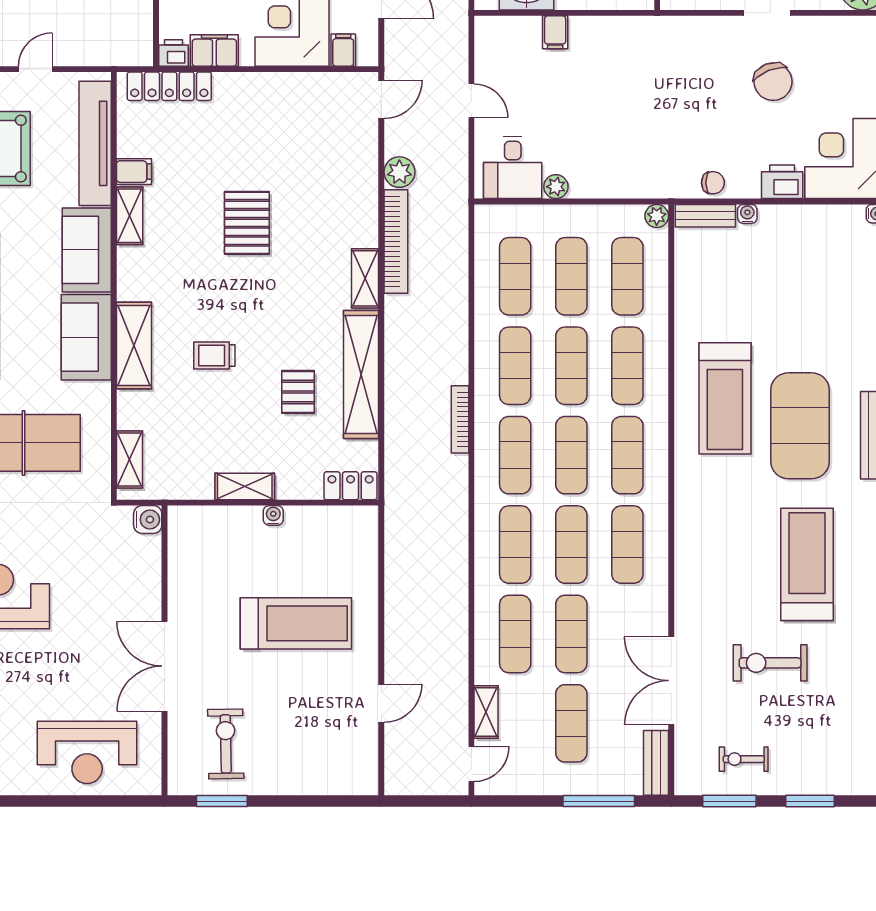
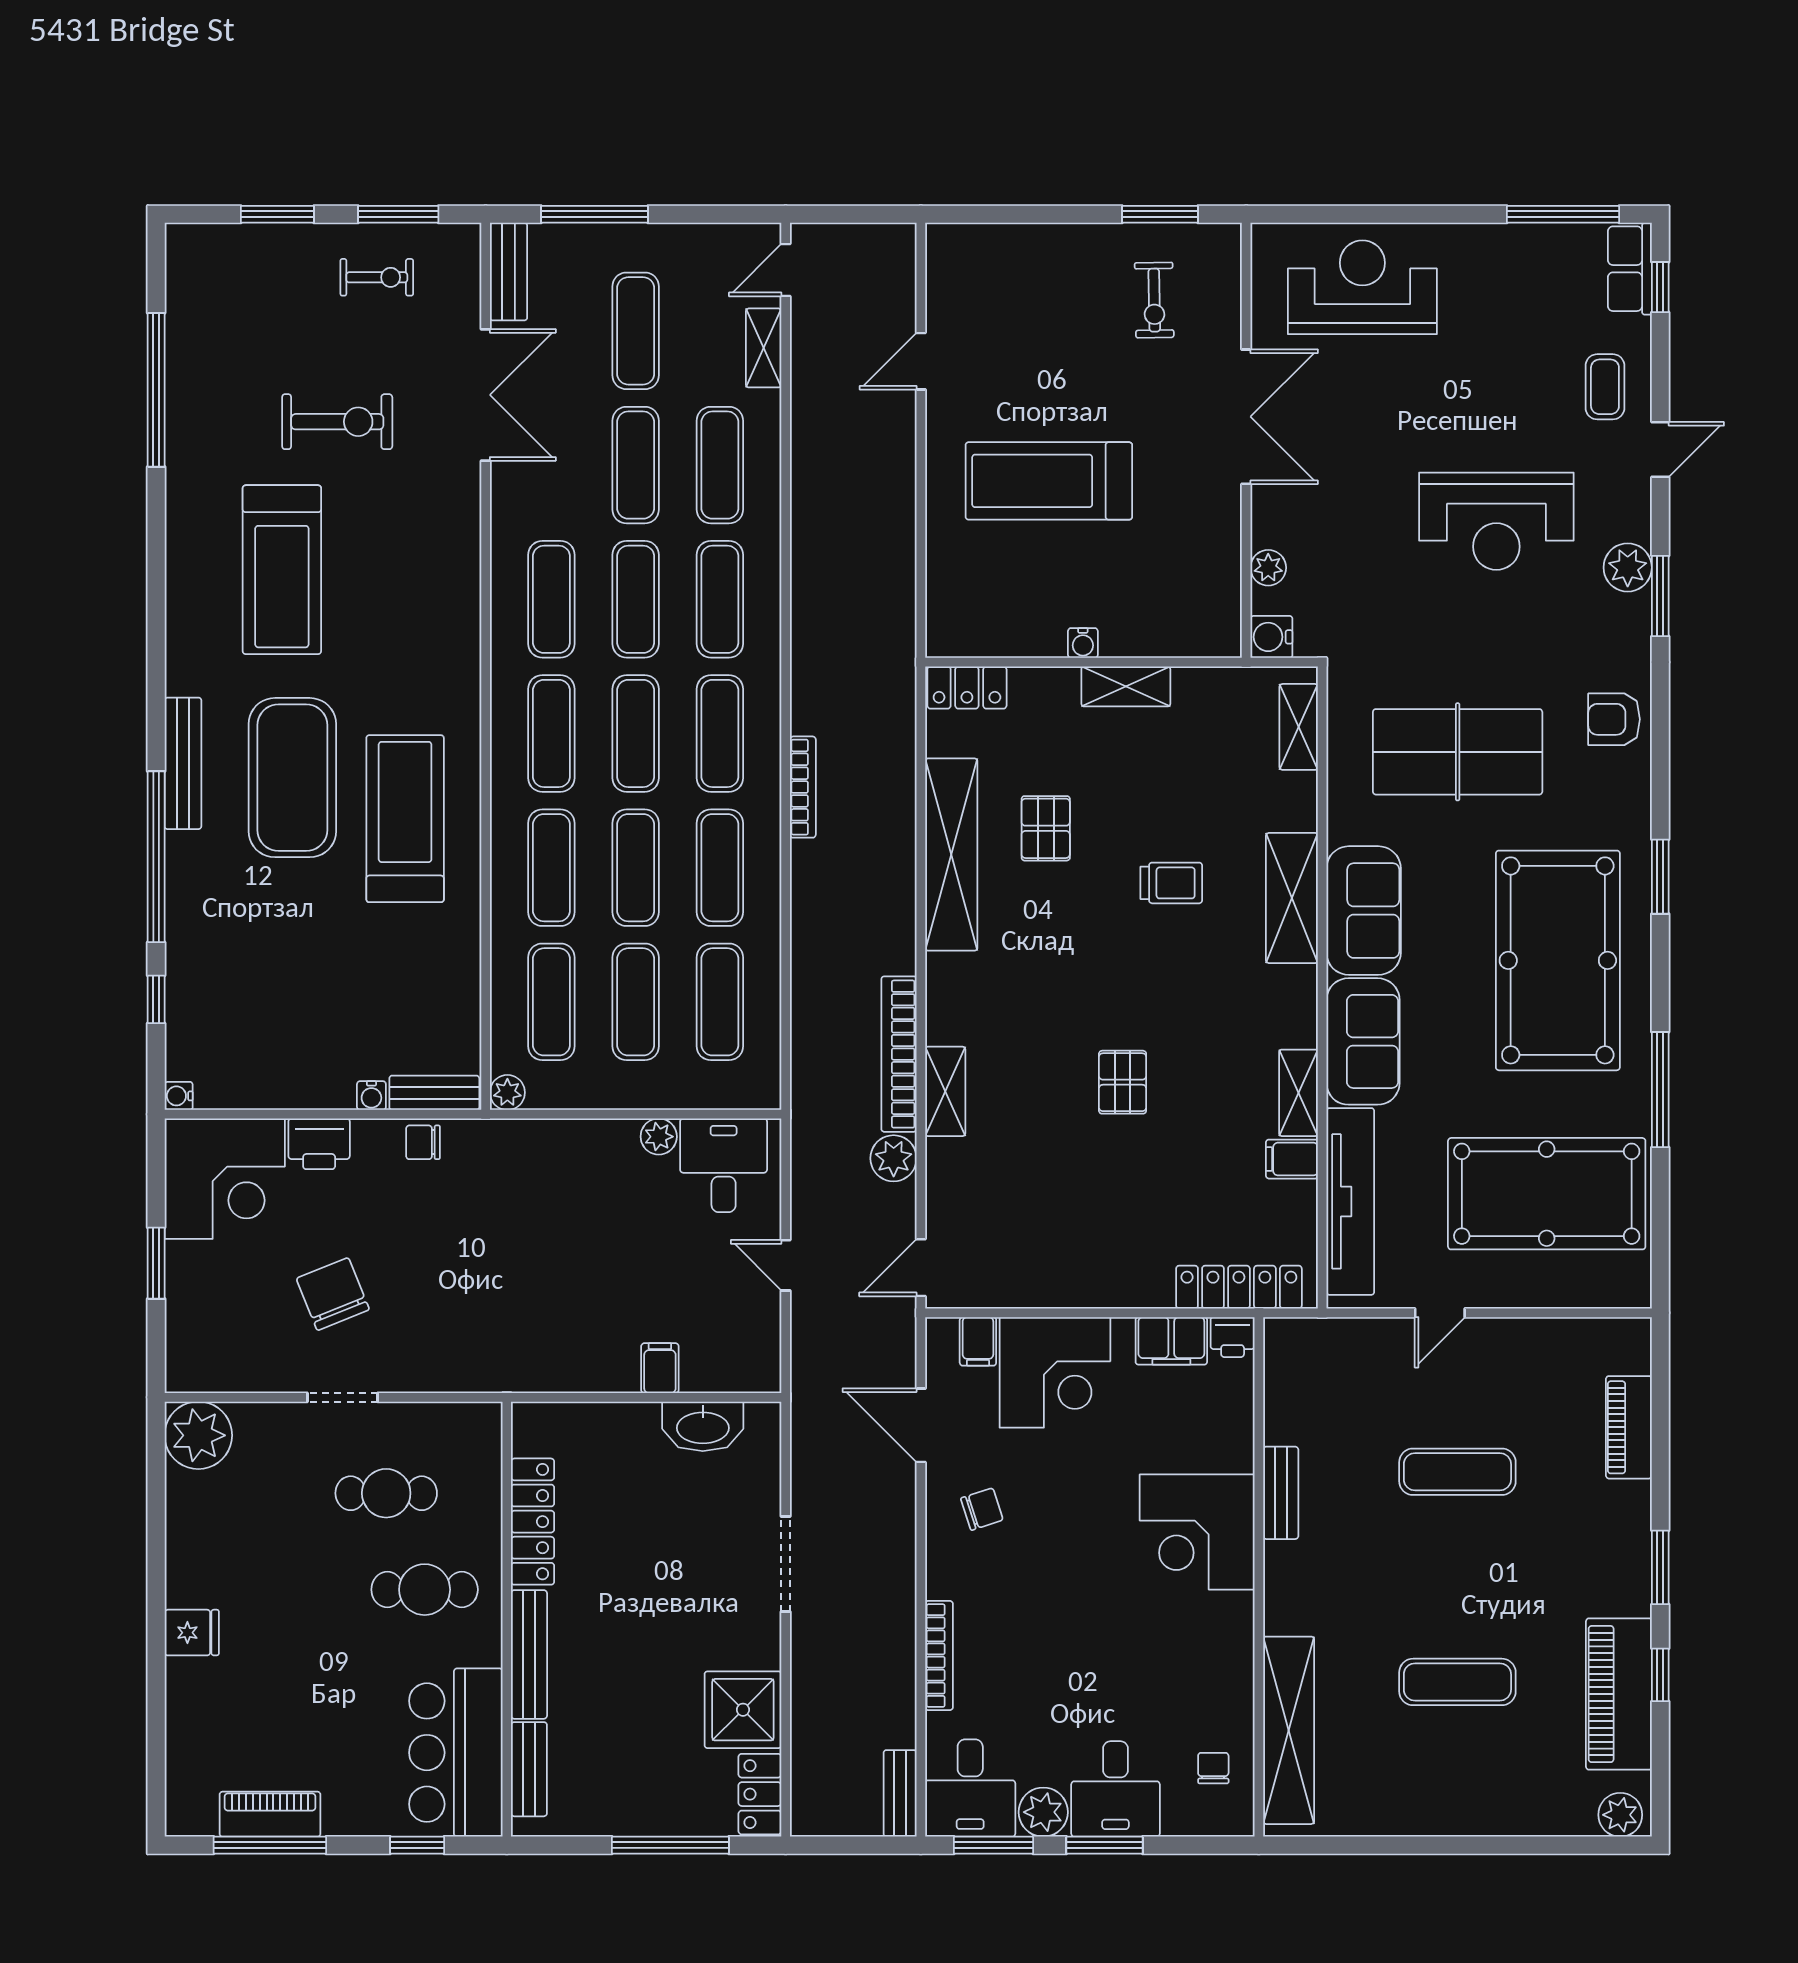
pallet: (247, 223) -> (1123, 1082), width x0.67, depth x0.71
shelving: (365, 278) -> (945, 1091), moved
plant: (150, 566) -> (1268, 568), added
exercise bike: (226, 744) -> (1154, 300), width x0.73, depth x0.72

